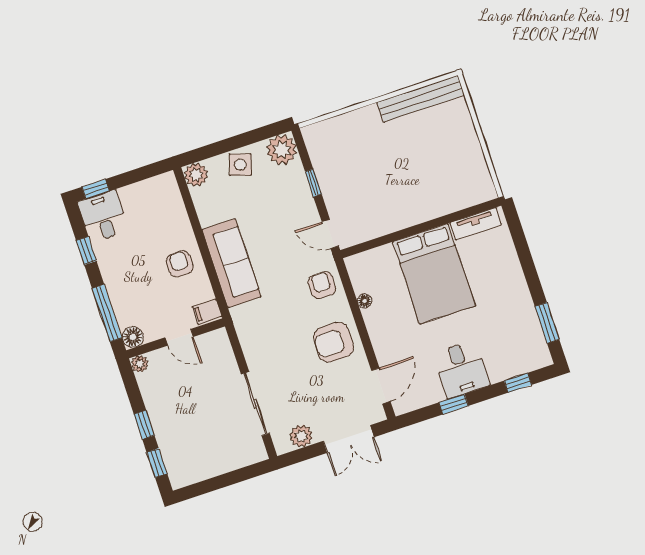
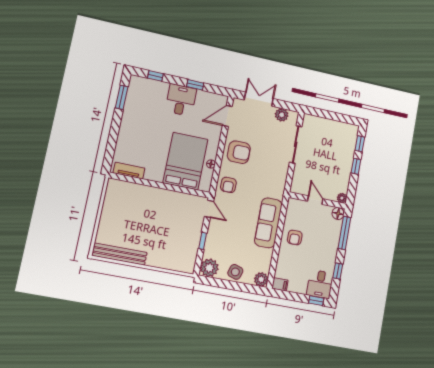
bed: (434, 274) -> (185, 161), moved
filing cabinet: (207, 312) -> (280, 284), moved

